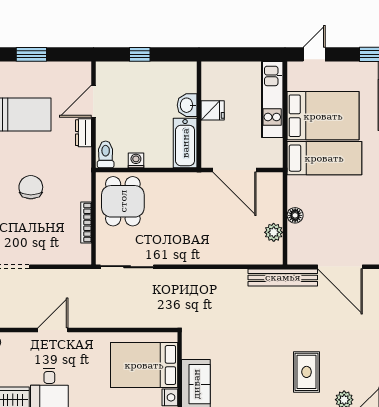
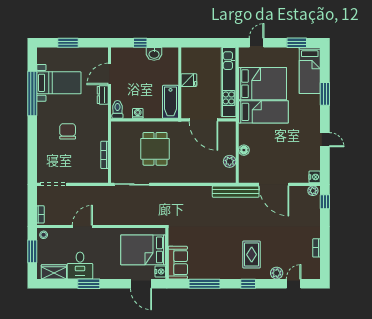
kitchen unit: (272, 100) -> (229, 82), width x1.36
washbasin: (187, 105) -> (154, 54), moved, turned -90
dining table: (123, 201) -> (155, 149), moved

